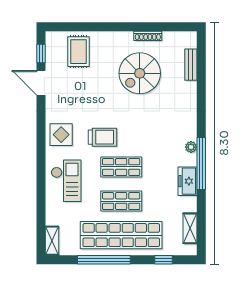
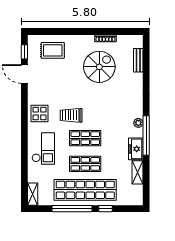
rug: (78, 52) -> (53, 50), turned 90
spiral stairs: (140, 73) -> (99, 67), turned 180
trolley: (103, 137) -> (71, 115), turned 180
shelving: (190, 228) -> (138, 172), moved
window: (164, 260) -> (105, 209), moved

